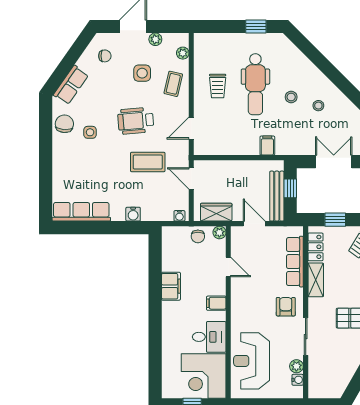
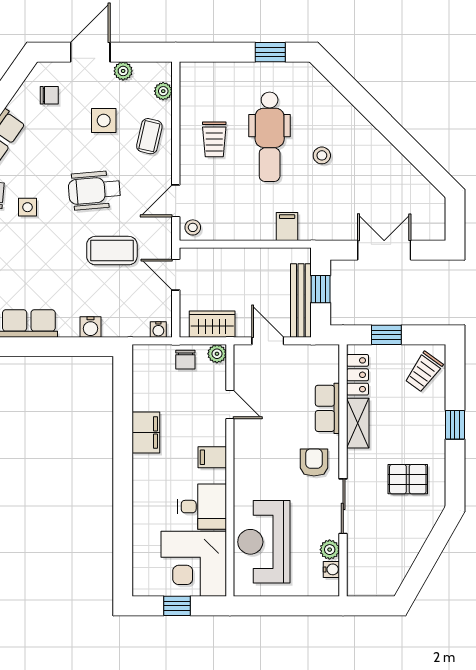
stool: (318, 106) -> (193, 227), moved
row of seats: (295, 262) -> (327, 408), width x0.68

